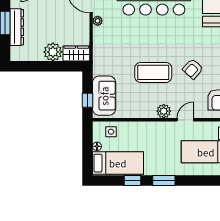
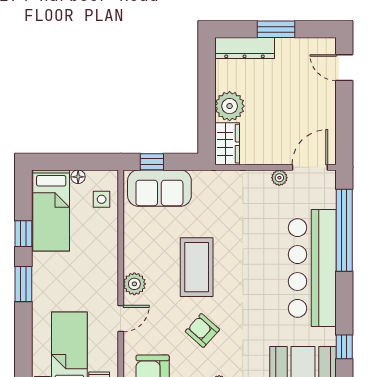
dresser: (17, 27) -> (245, 48), moved
door: (185, 120) -> (121, 319), hinge flipped

